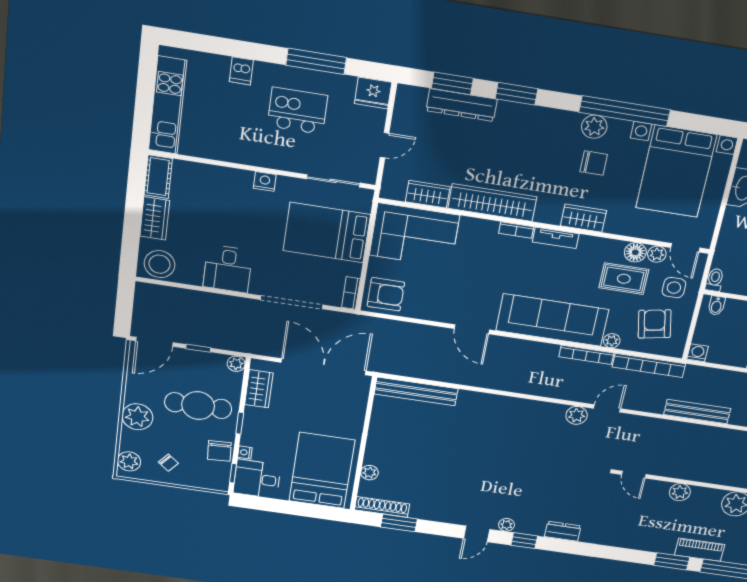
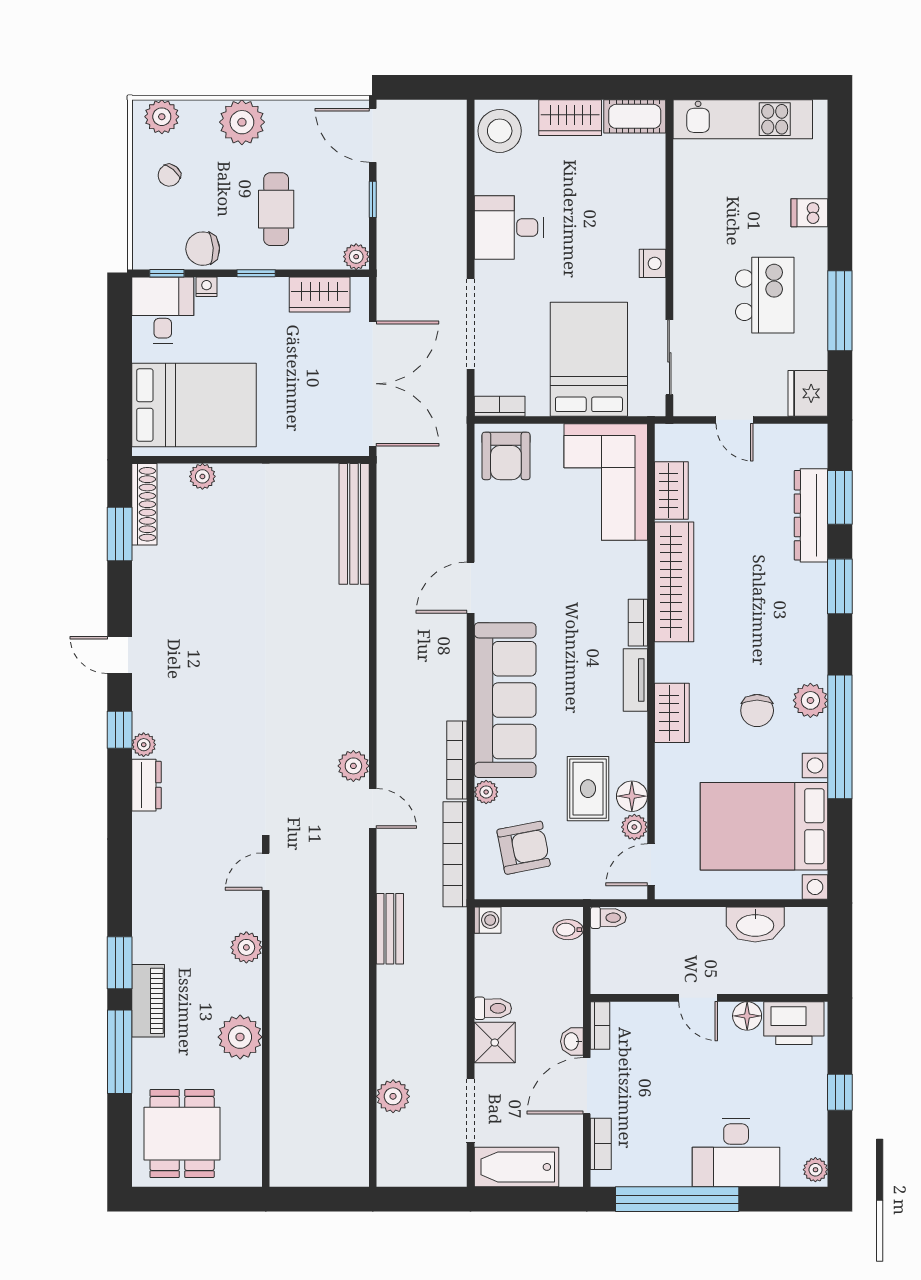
side table: (674, 288) -> (586, 863), removed
cafe table: (198, 406) -> (276, 209), width x0.73, depth x0.74
bench: (697, 412) -> (390, 929), width x0.73
plant: (506, 525) -> (144, 745), moved

